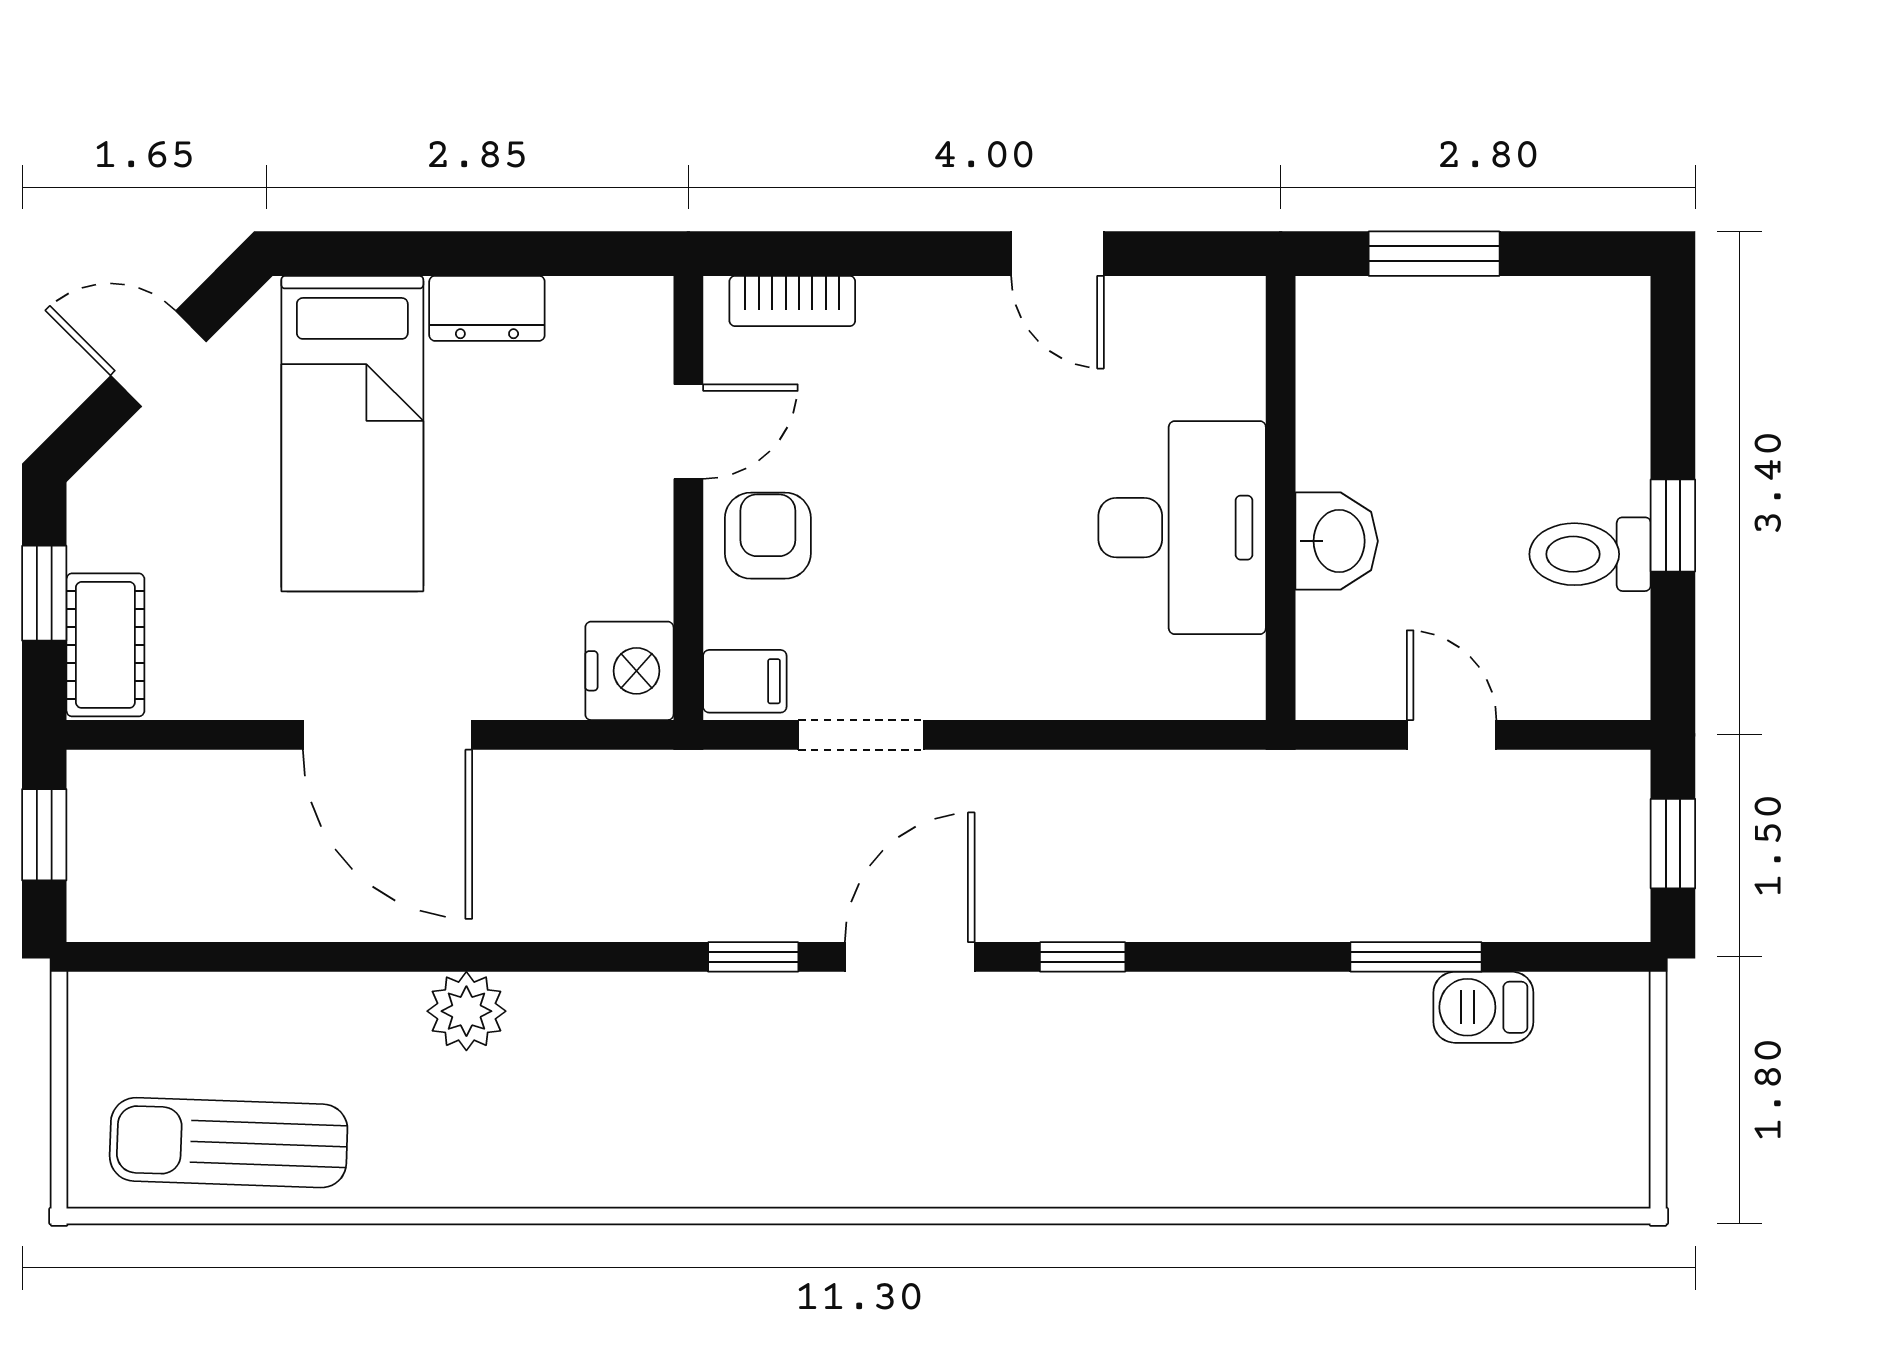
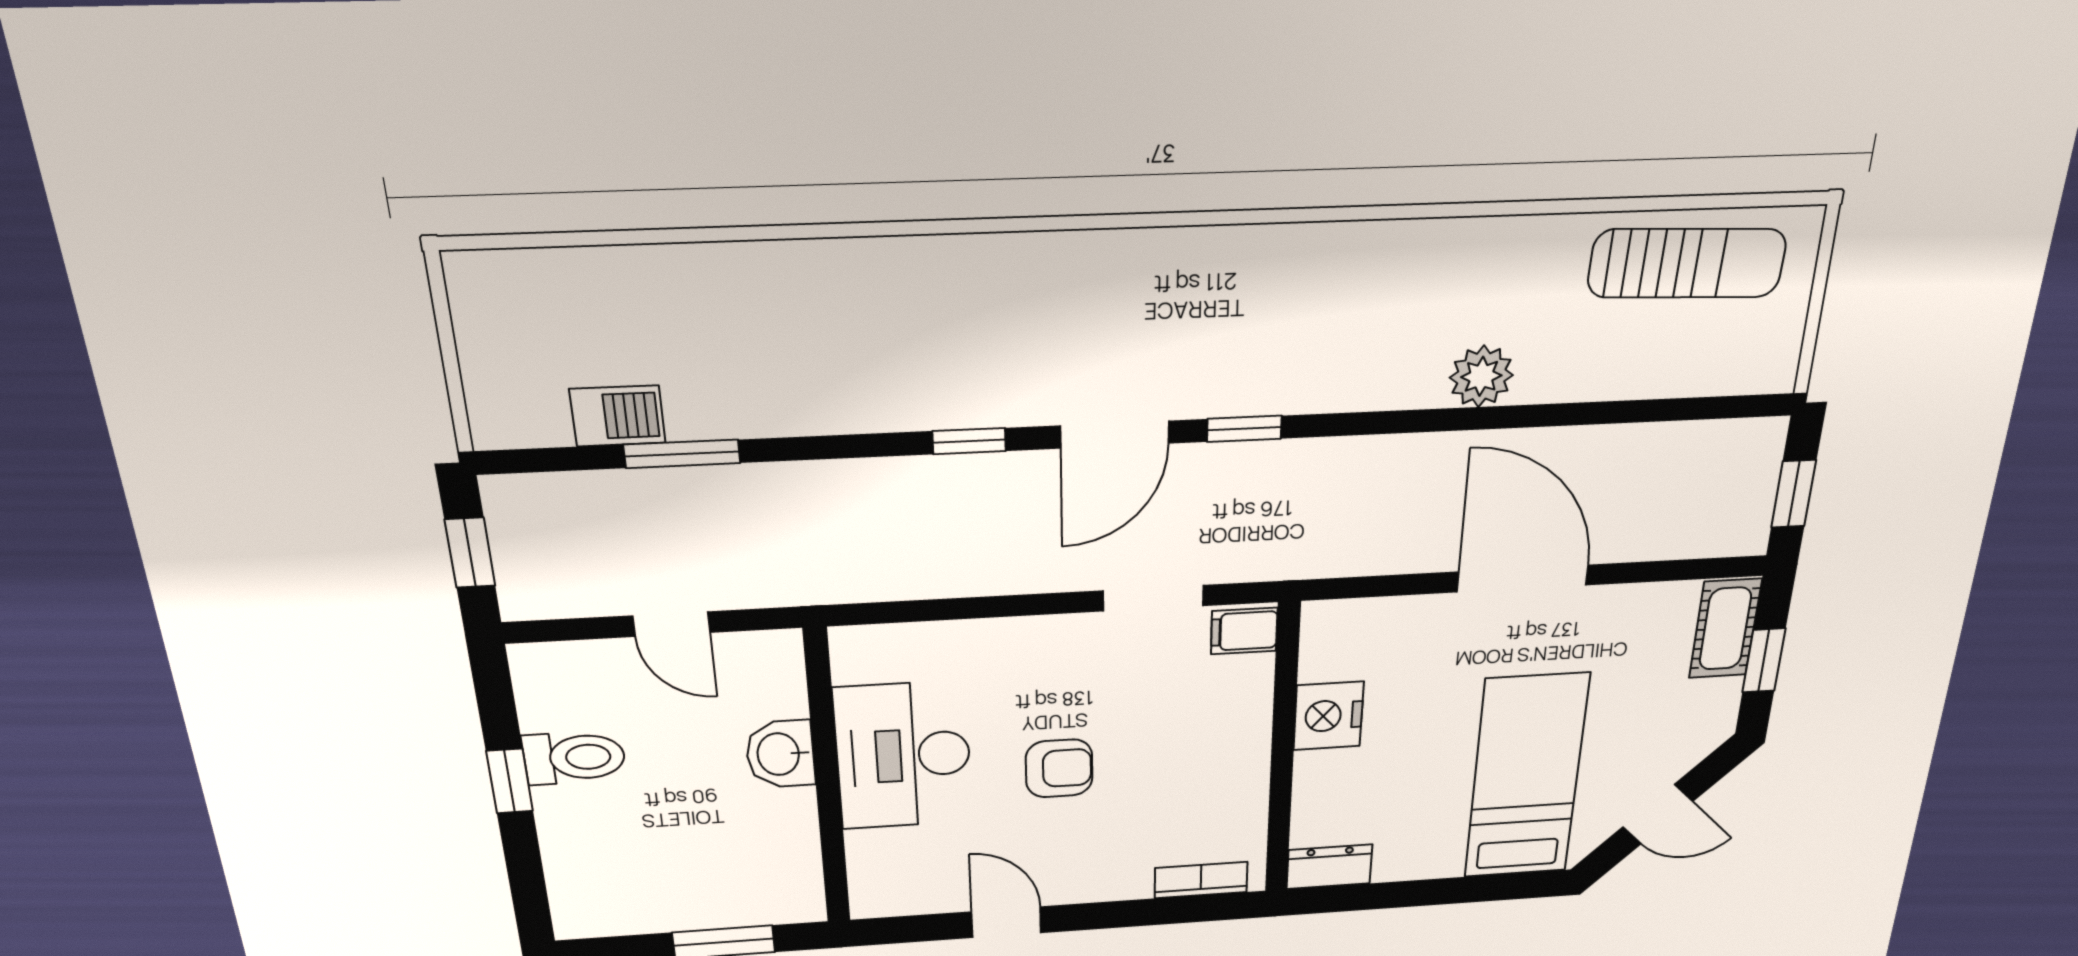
dresser: (487, 308) -> (1329, 867), moved
door: (688, 432) -> (1280, 794), removed
armchair: (768, 536) -> (1059, 768), moved, turned -90
nightstand: (629, 671) -> (1328, 716), moved

